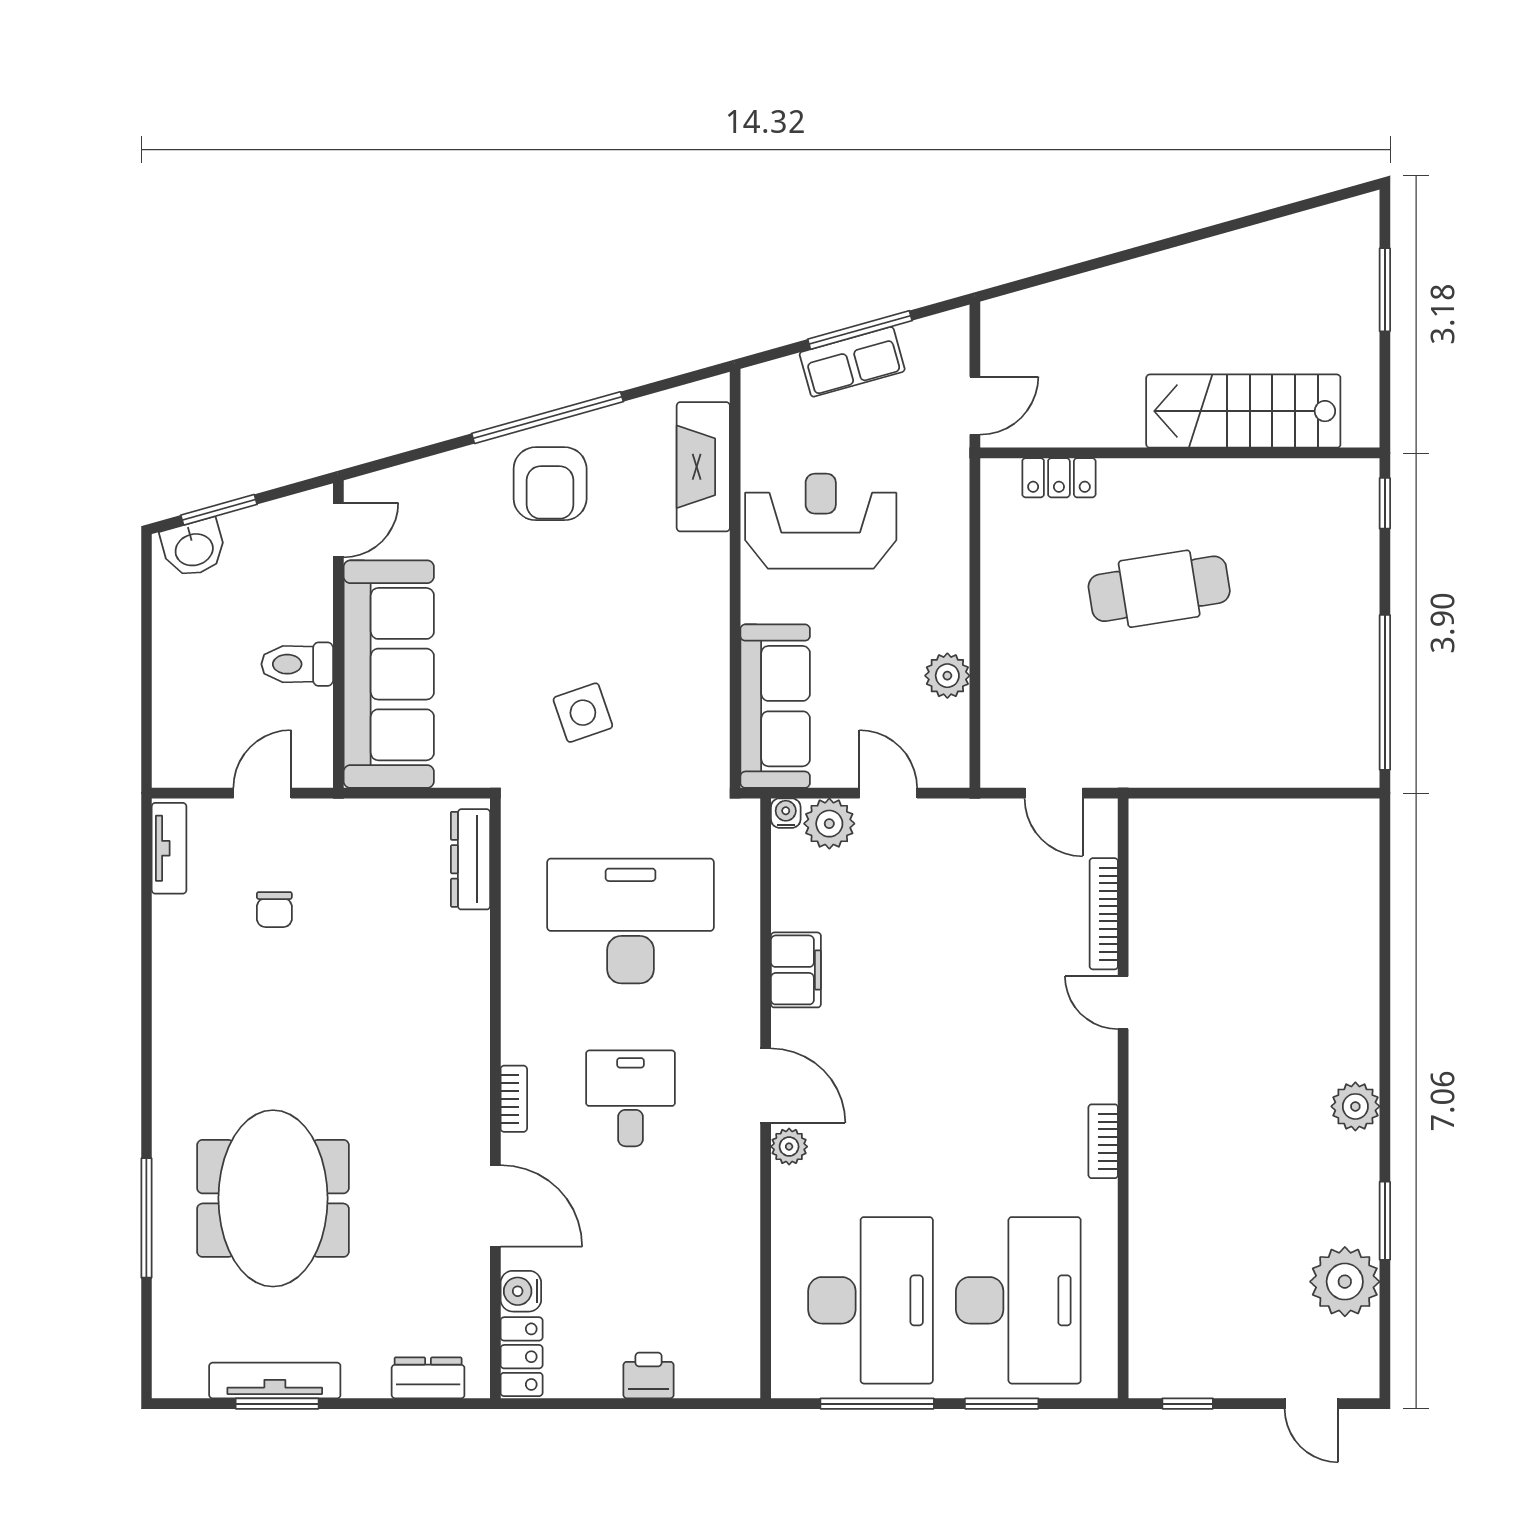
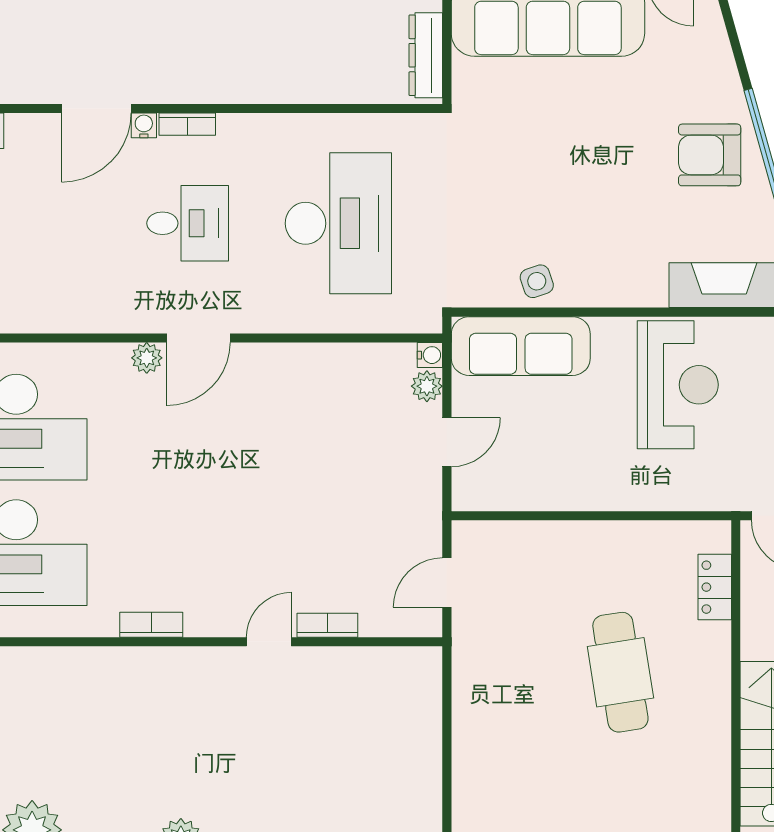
plant: (947, 676) -> (547, 492), removed
side table: (583, 713) -> (537, 281), moved, width x0.73, depth x0.73
plant: (829, 824) -> (427, 386), width x0.73, depth x0.73
dresser: (470, 859) -> (426, 55), moved, turned -90
bookcase: (1104, 914) -> (327, 625), width x0.64
filing cabinet: (796, 970) -> (297, 364), removed
water cooler: (521, 1291) -> (144, 125), moved, width x0.72, depth x0.72

